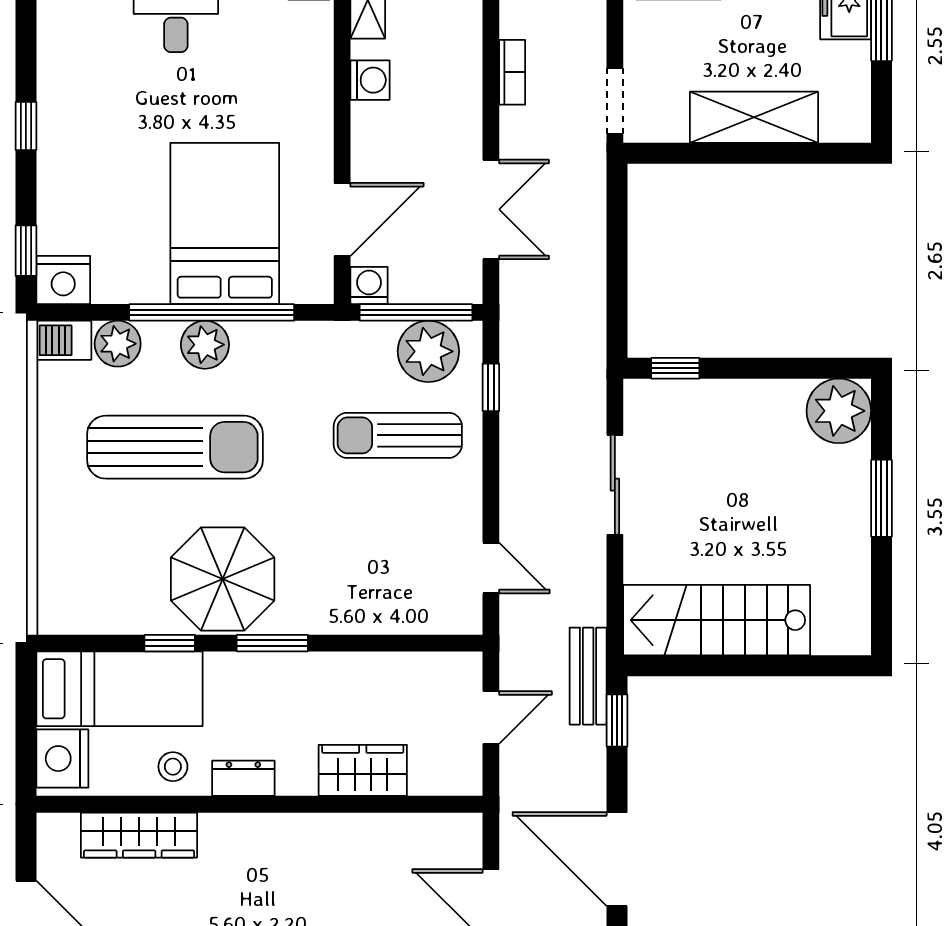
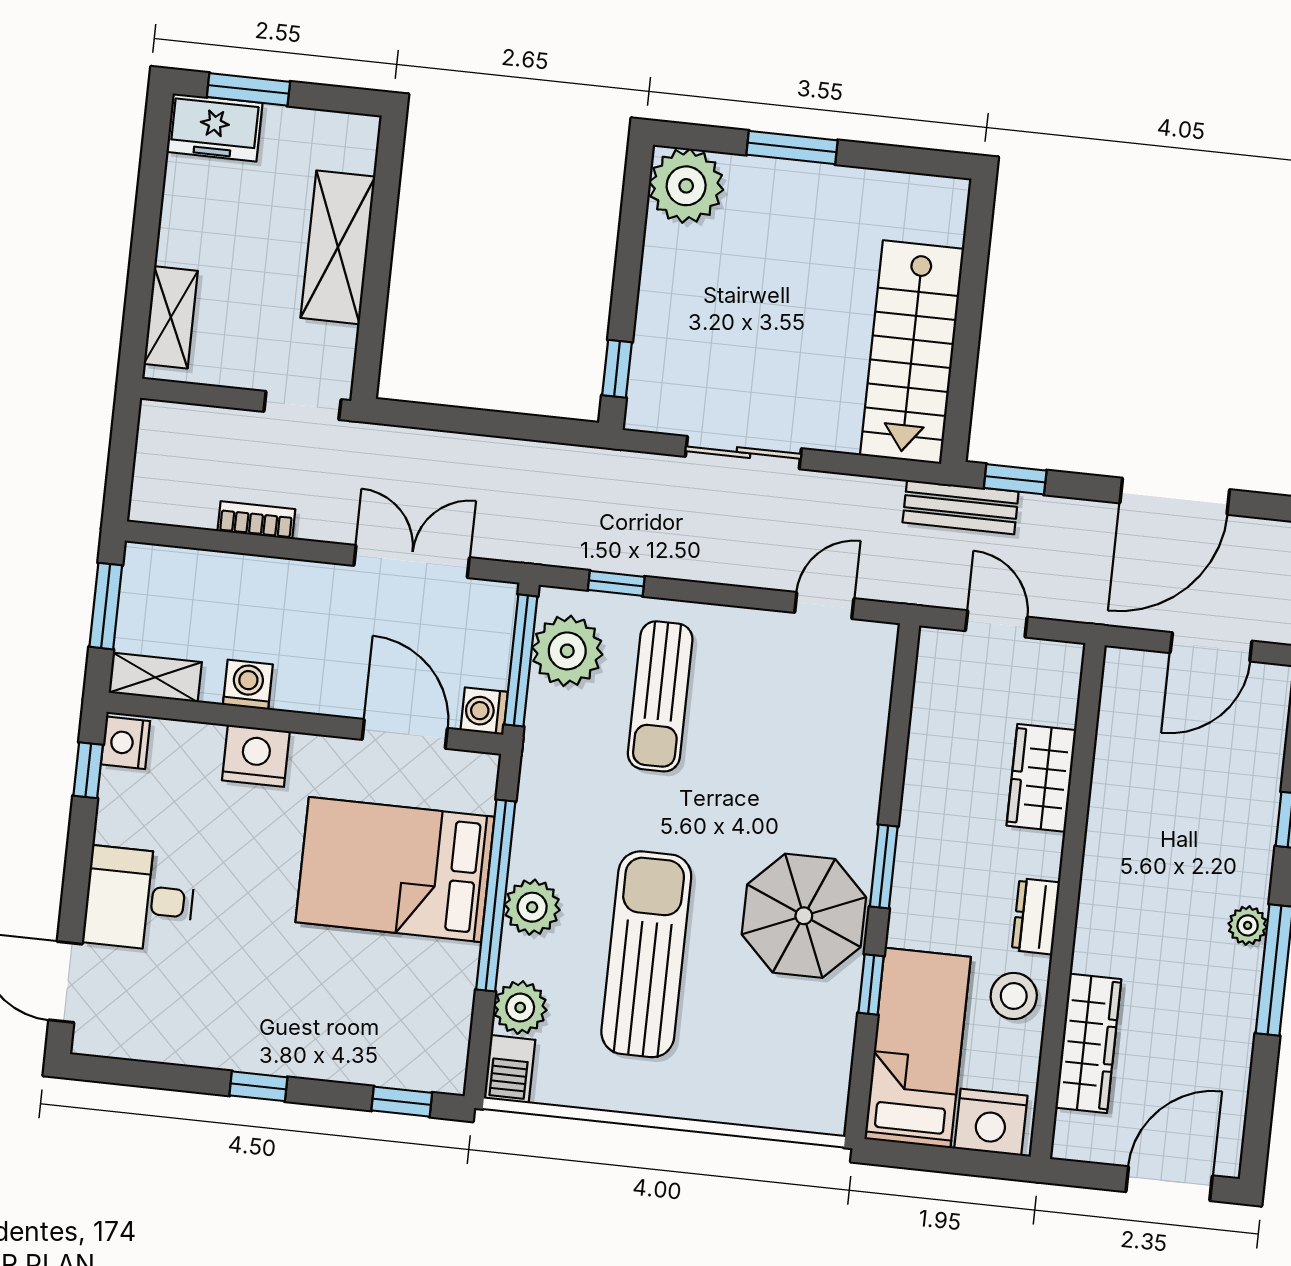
nightstand: (63, 280) -> (256, 756), moved, turned -90
stool: (173, 767) -> (1014, 996), width x1.37, depth x1.37

